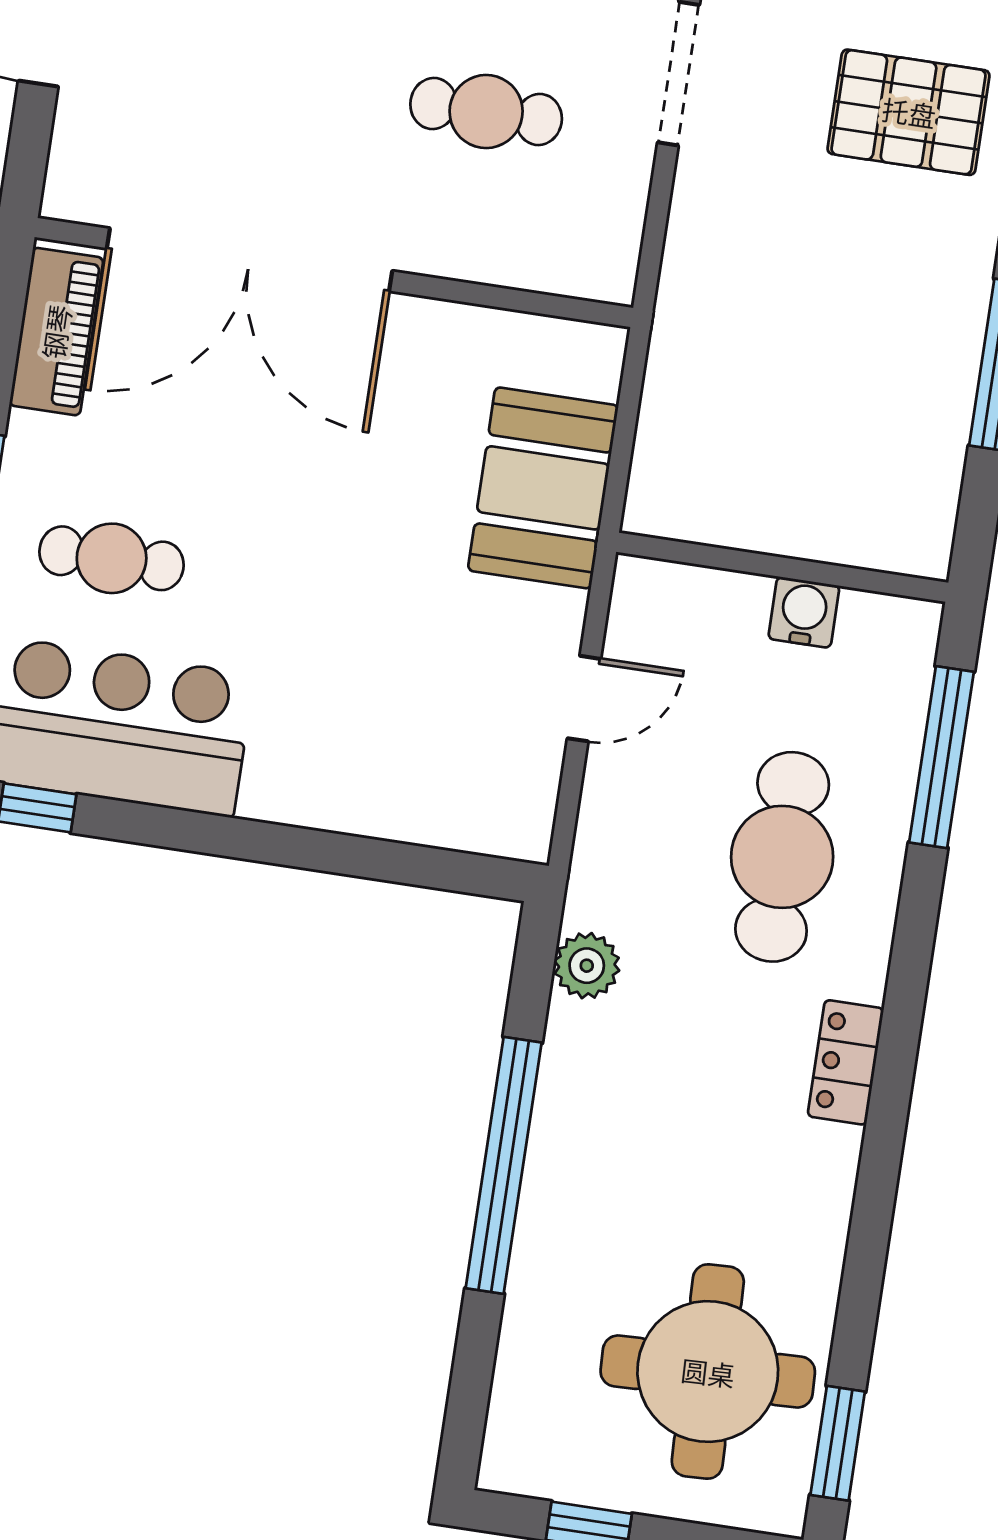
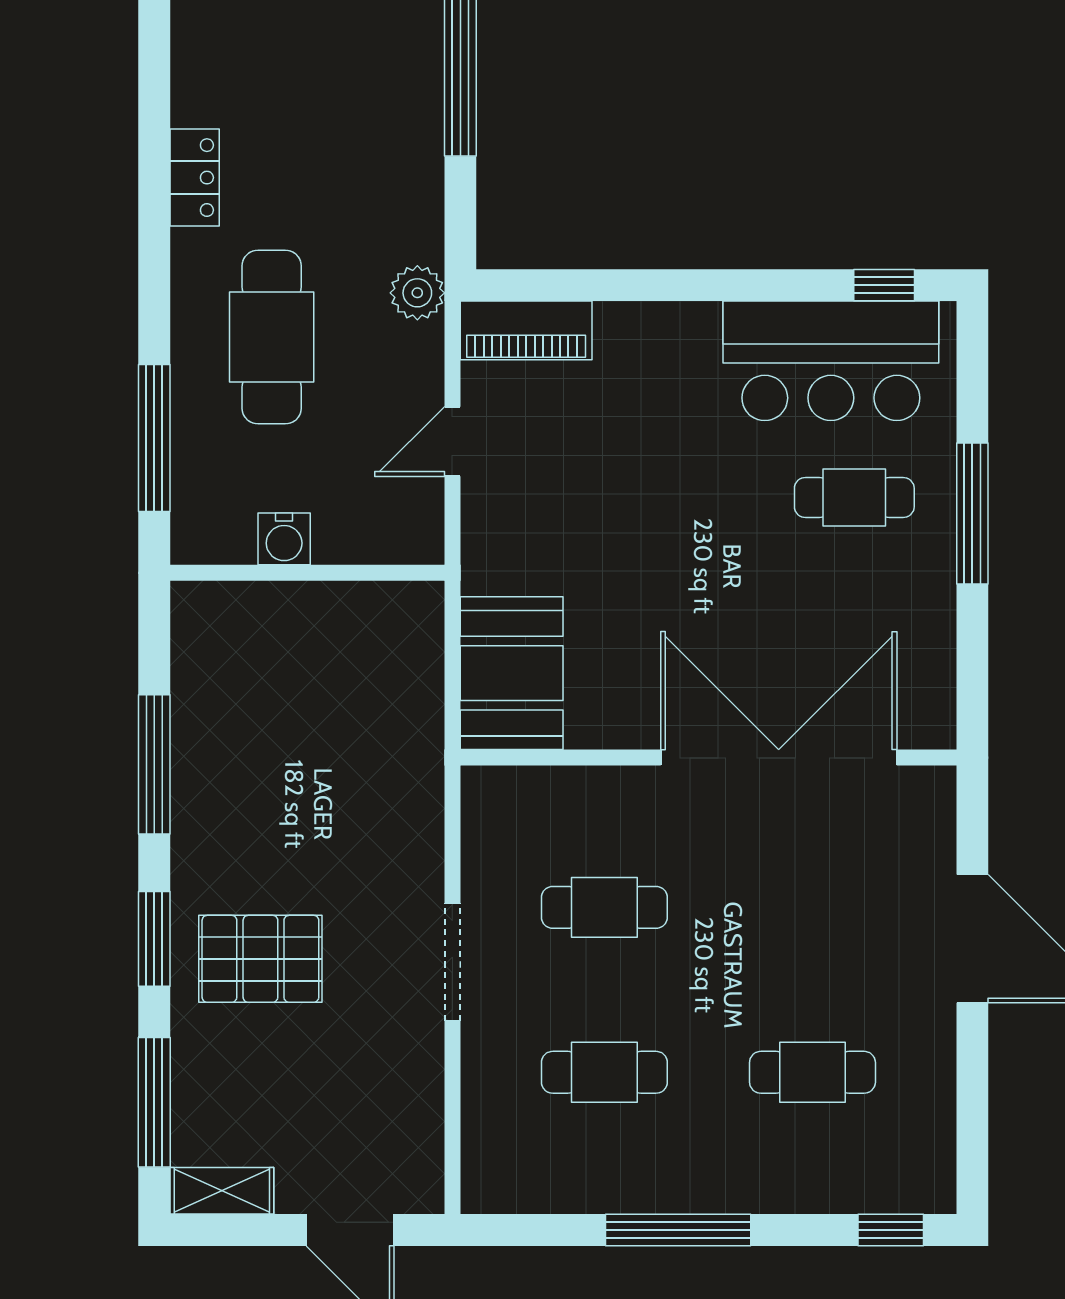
piano: (56, 332) -> (526, 330), moved, turned -90
booth: (543, 488) -> (512, 673), moved
plant: (587, 966) -> (417, 293), moved

